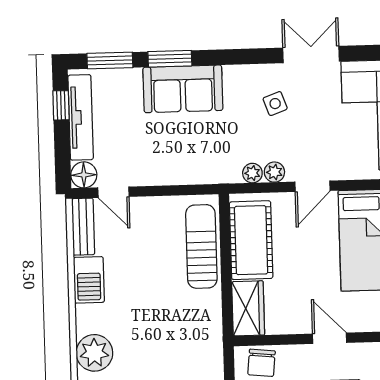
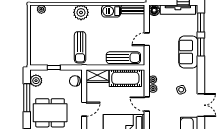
door: (113, 192) -> (147, 39), moved
sun lounger: (179, 353) -> (80, 47), added

